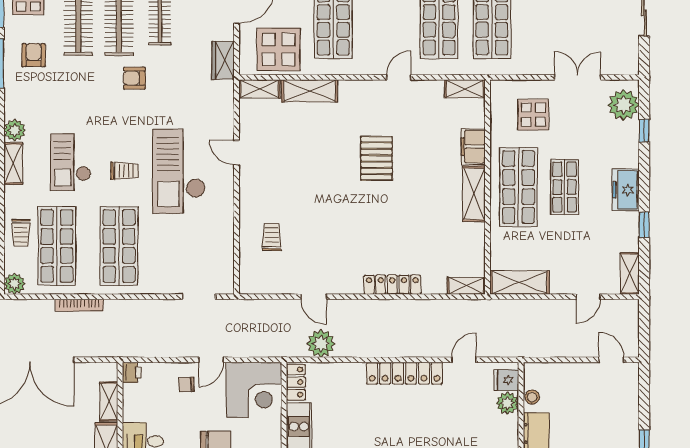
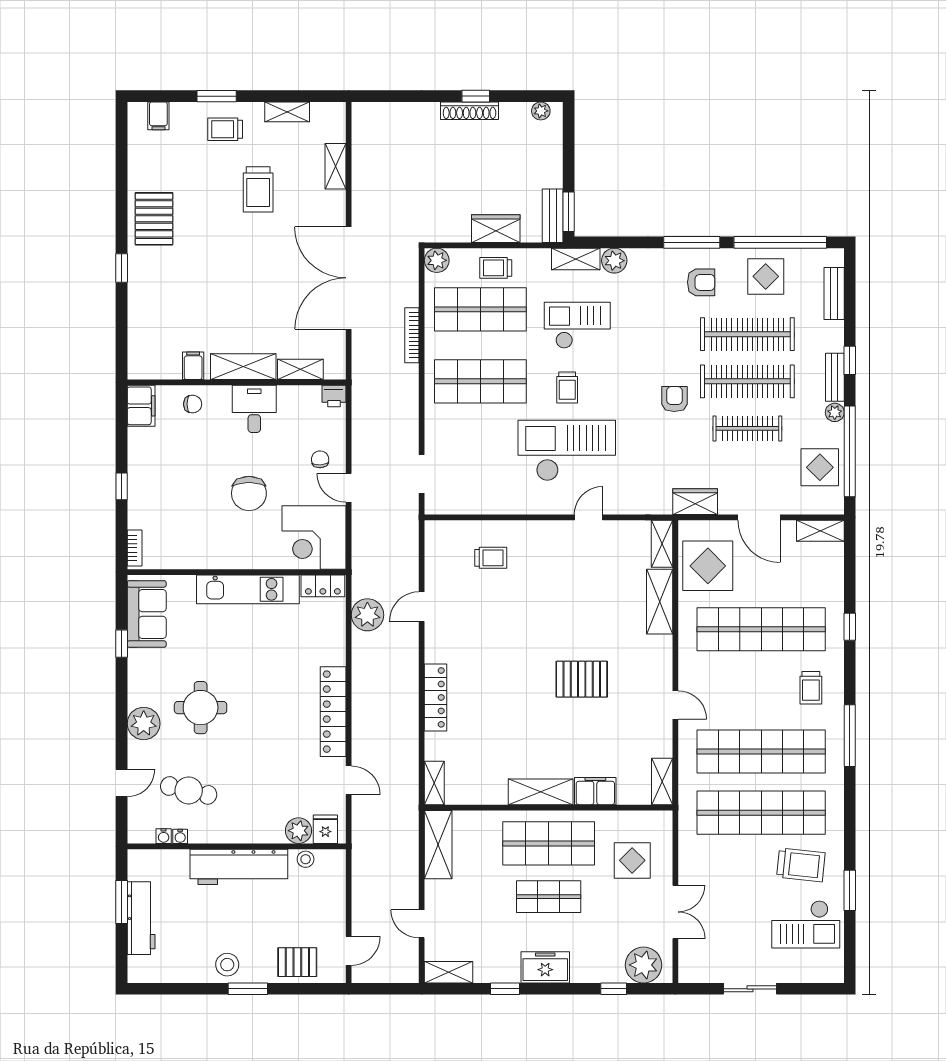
pallet: (621, 404) -> (297, 962), added

